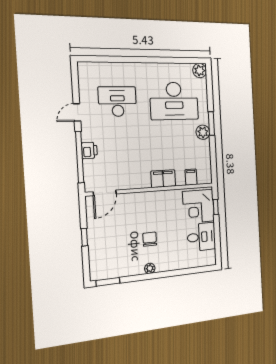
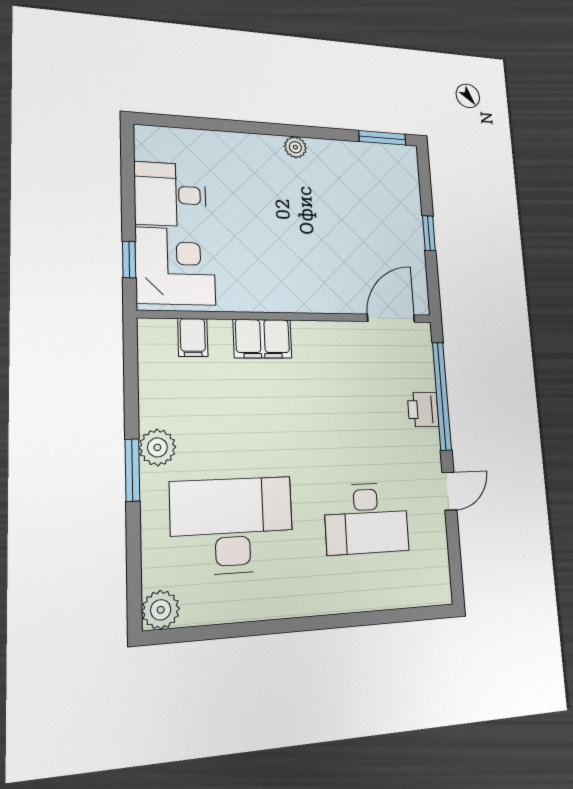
chair: (150, 239) -> (295, 209), removed

